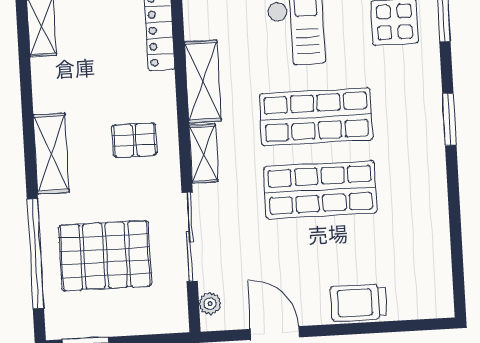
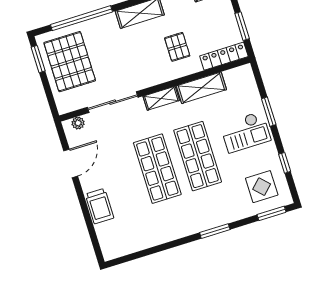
pallet: (134, 140) -> (177, 47), moved
pallet: (105, 256) -> (70, 62), moved
trolley: (359, 303) -> (99, 206), turned 180

